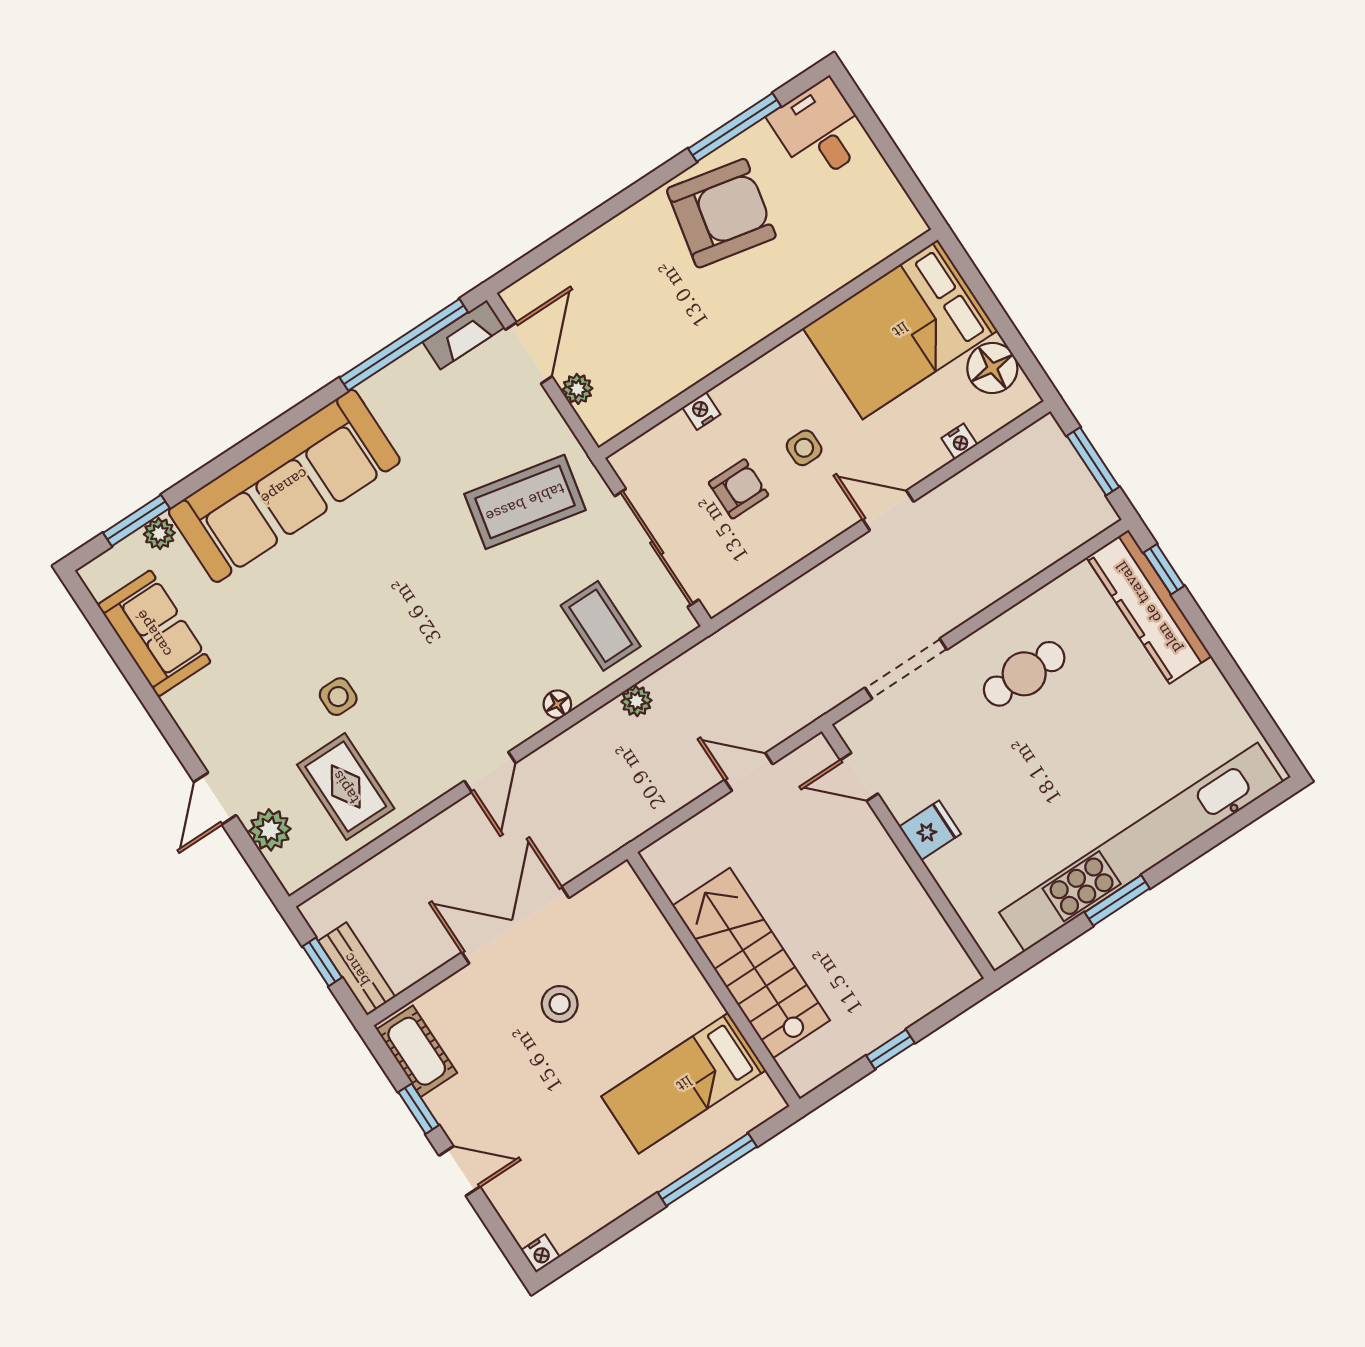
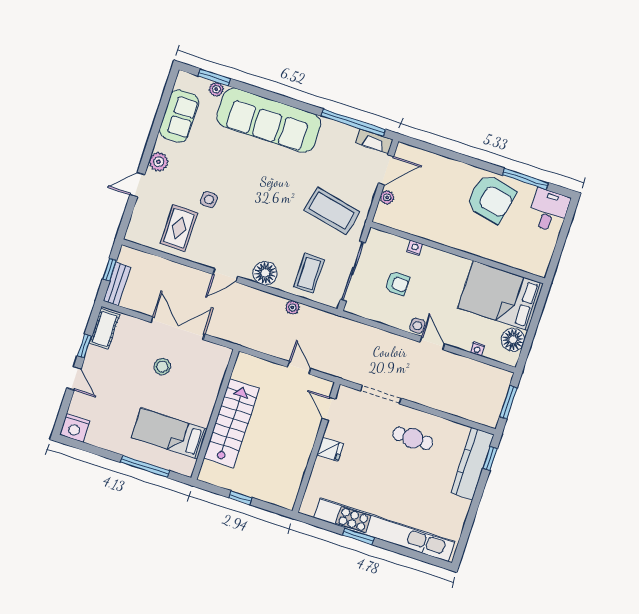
side table: (804, 448) -> (417, 326), moved
floor lamp: (557, 704) -> (265, 273), width x1.89, depth x1.89
plant: (270, 830) -> (159, 162), moved
nightstand: (540, 1254) -> (75, 428), width x1.89, depth x1.79

